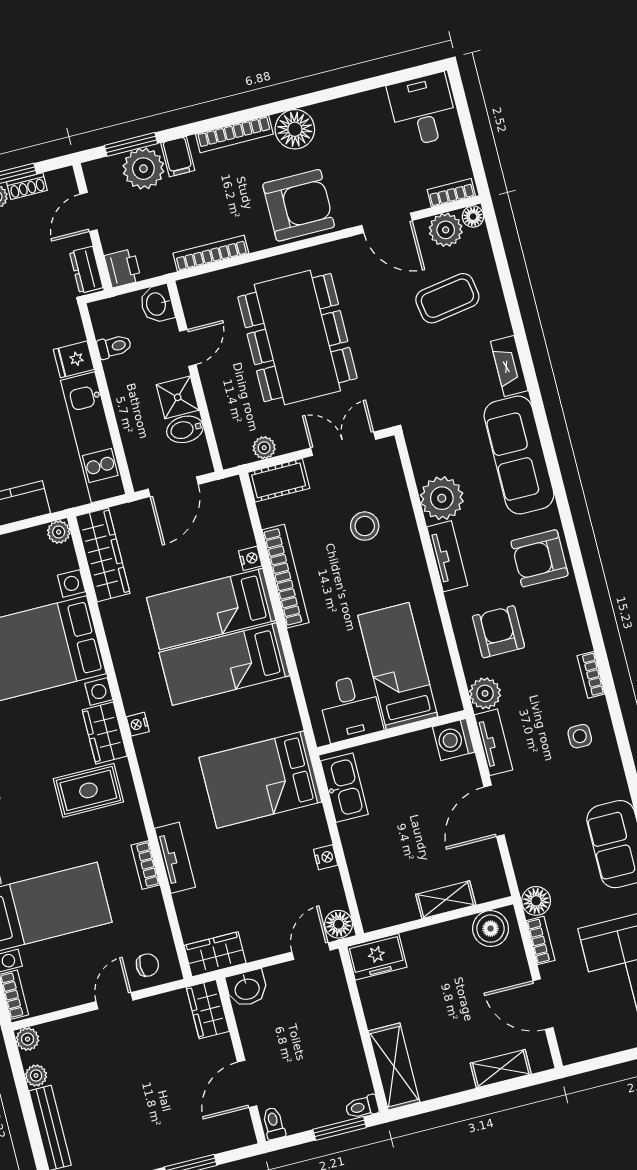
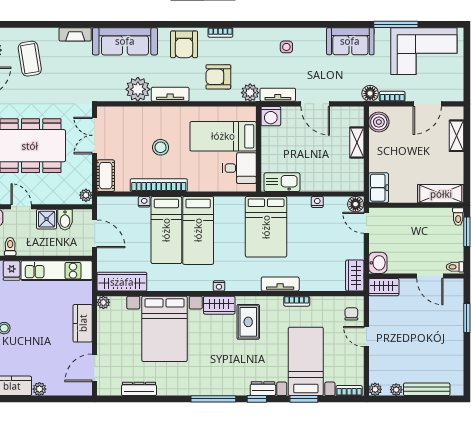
plant: (264, 448) -> (86, 195), moved
stool: (365, 526) -> (161, 147), moved
bookcase: (591, 675) -> (220, 32), moved
tv unit: (175, 858) -> (280, 284), moved

